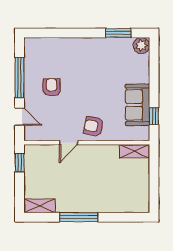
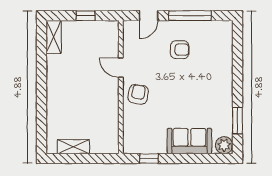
sofa: (138, 105) -> (189, 141), moved
shelving: (135, 151) -> (73, 147), moved, turned 90
window: (20, 163) -> (86, 16), moved
window: (79, 217) -> (42, 78), removed

